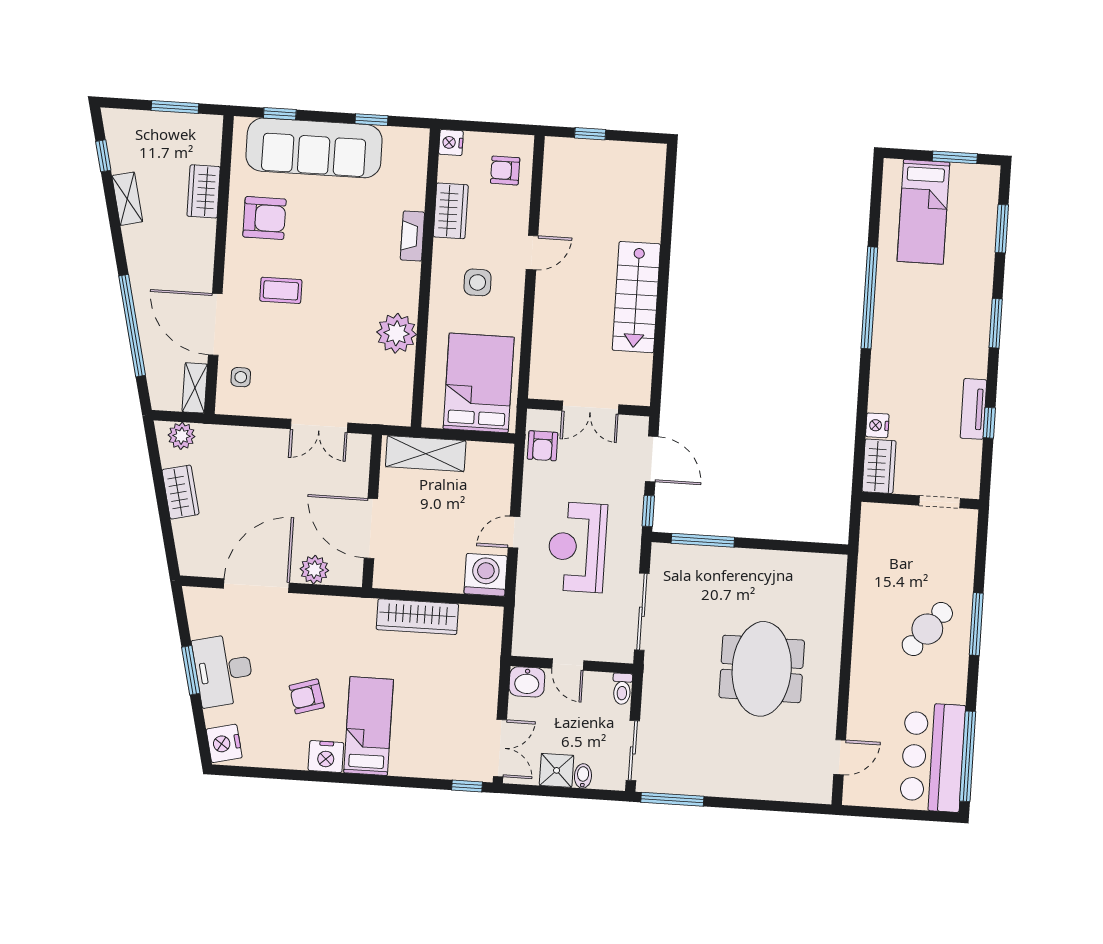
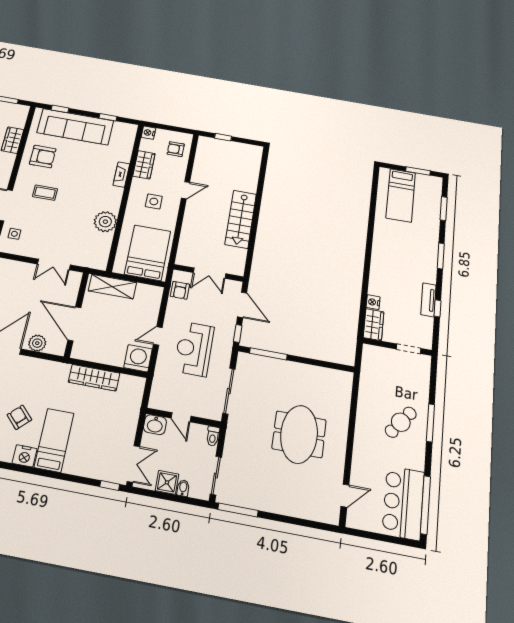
window: (869, 298) -> (370, 235), removed
armchair: (307, 696) -> (19, 417), turned 63

